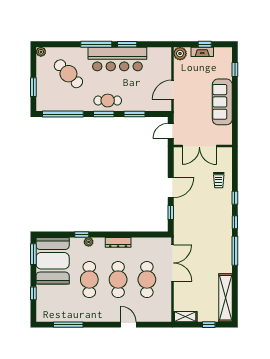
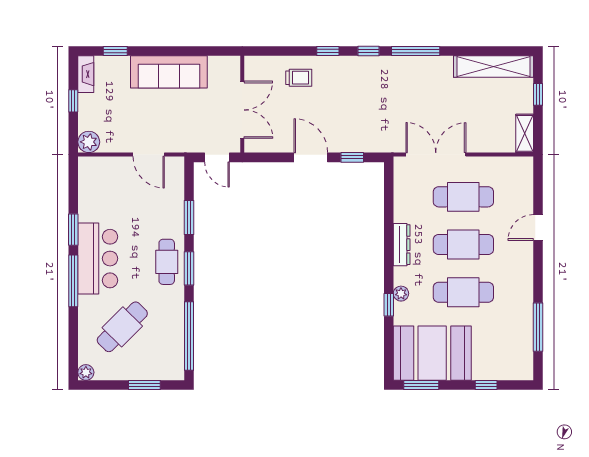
fireplace: (202, 52) -> (86, 74), moved
bar counter: (117, 59) -> (98, 259), width x0.73

